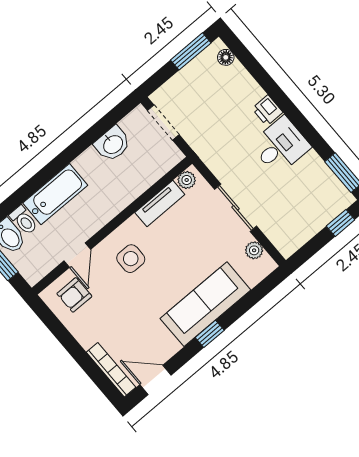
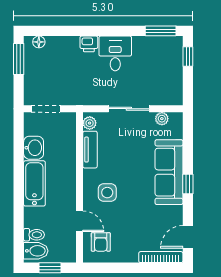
bathtub: (55, 194) -> (34, 183), moved

